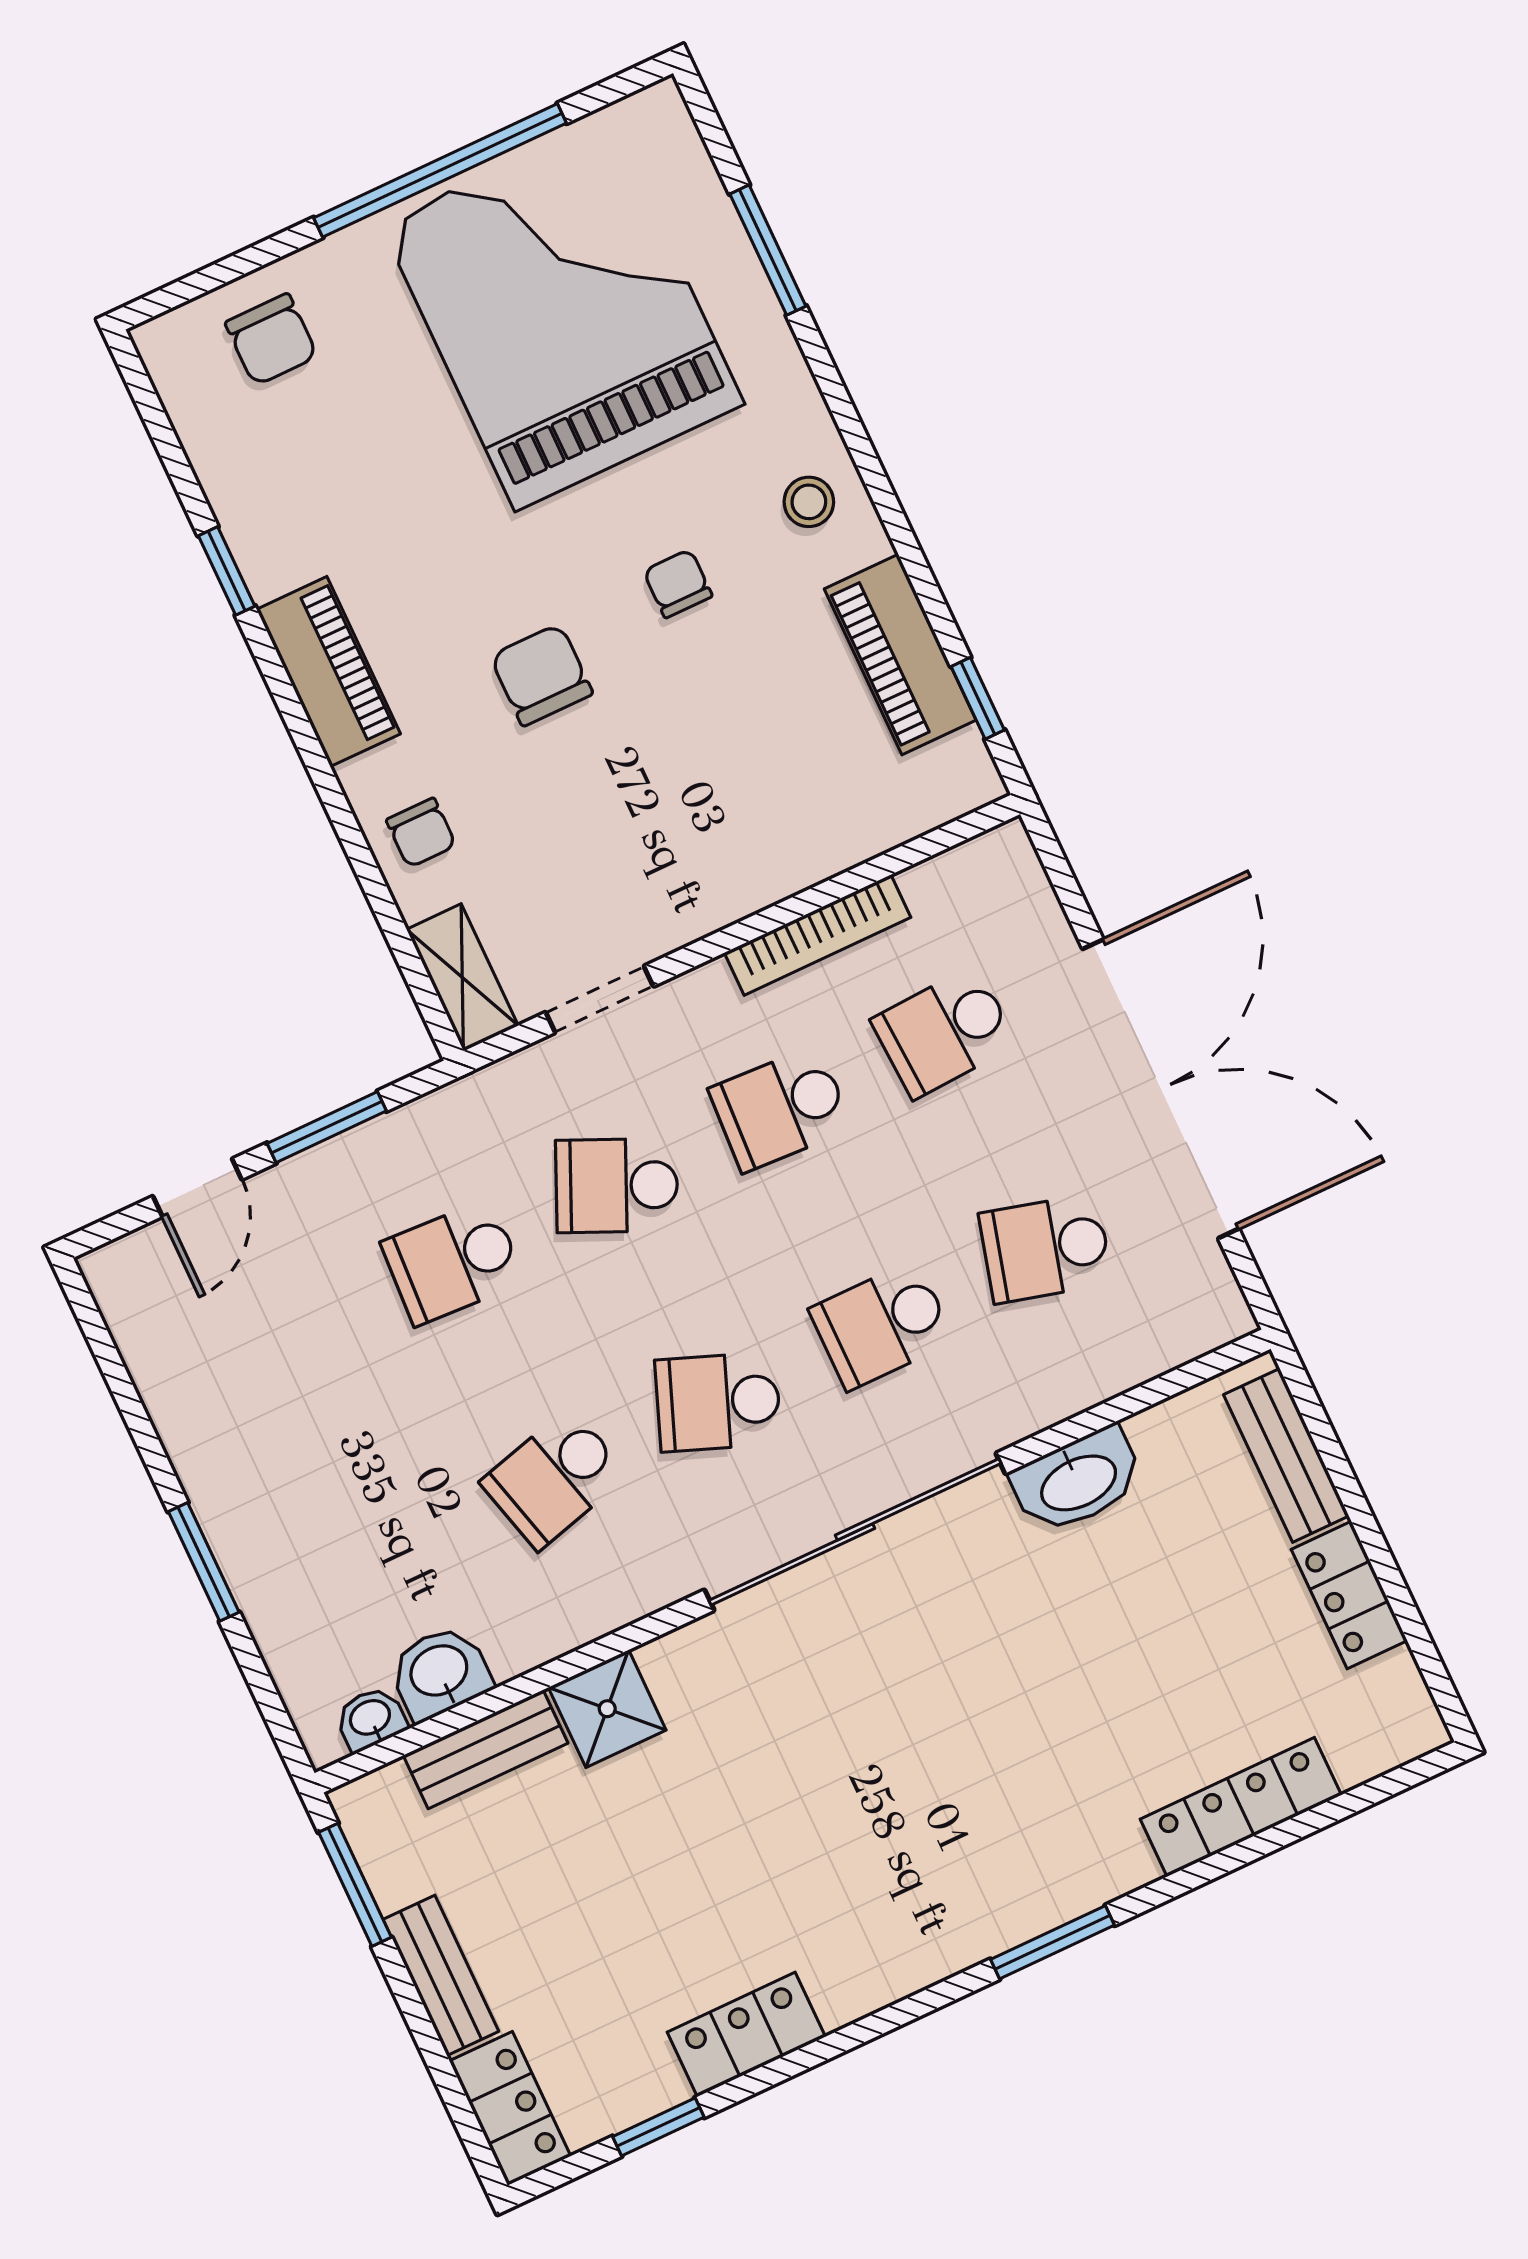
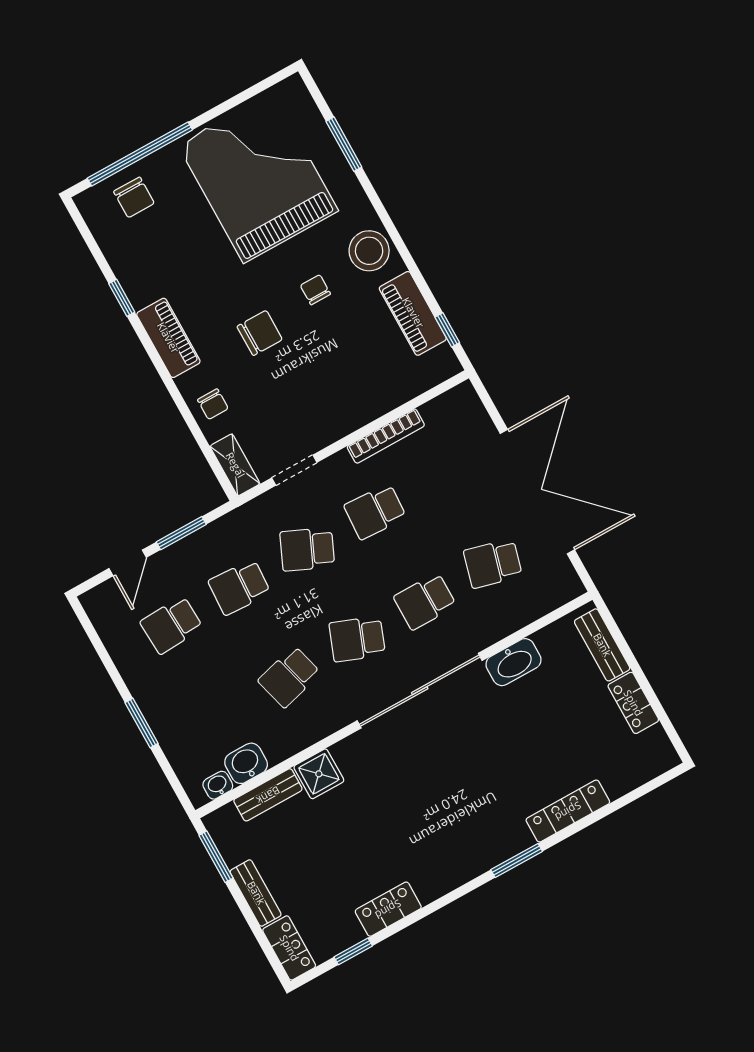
window: (440, 170) -> (140, 154), moved
stool: (809, 502) -> (369, 251), width x1.89, depth x1.89
chair: (541, 675) -> (260, 333), turned 90
school desk: (944, 1032) -> (171, 625), moved
locker: (1241, 1807) -> (568, 811), moved

